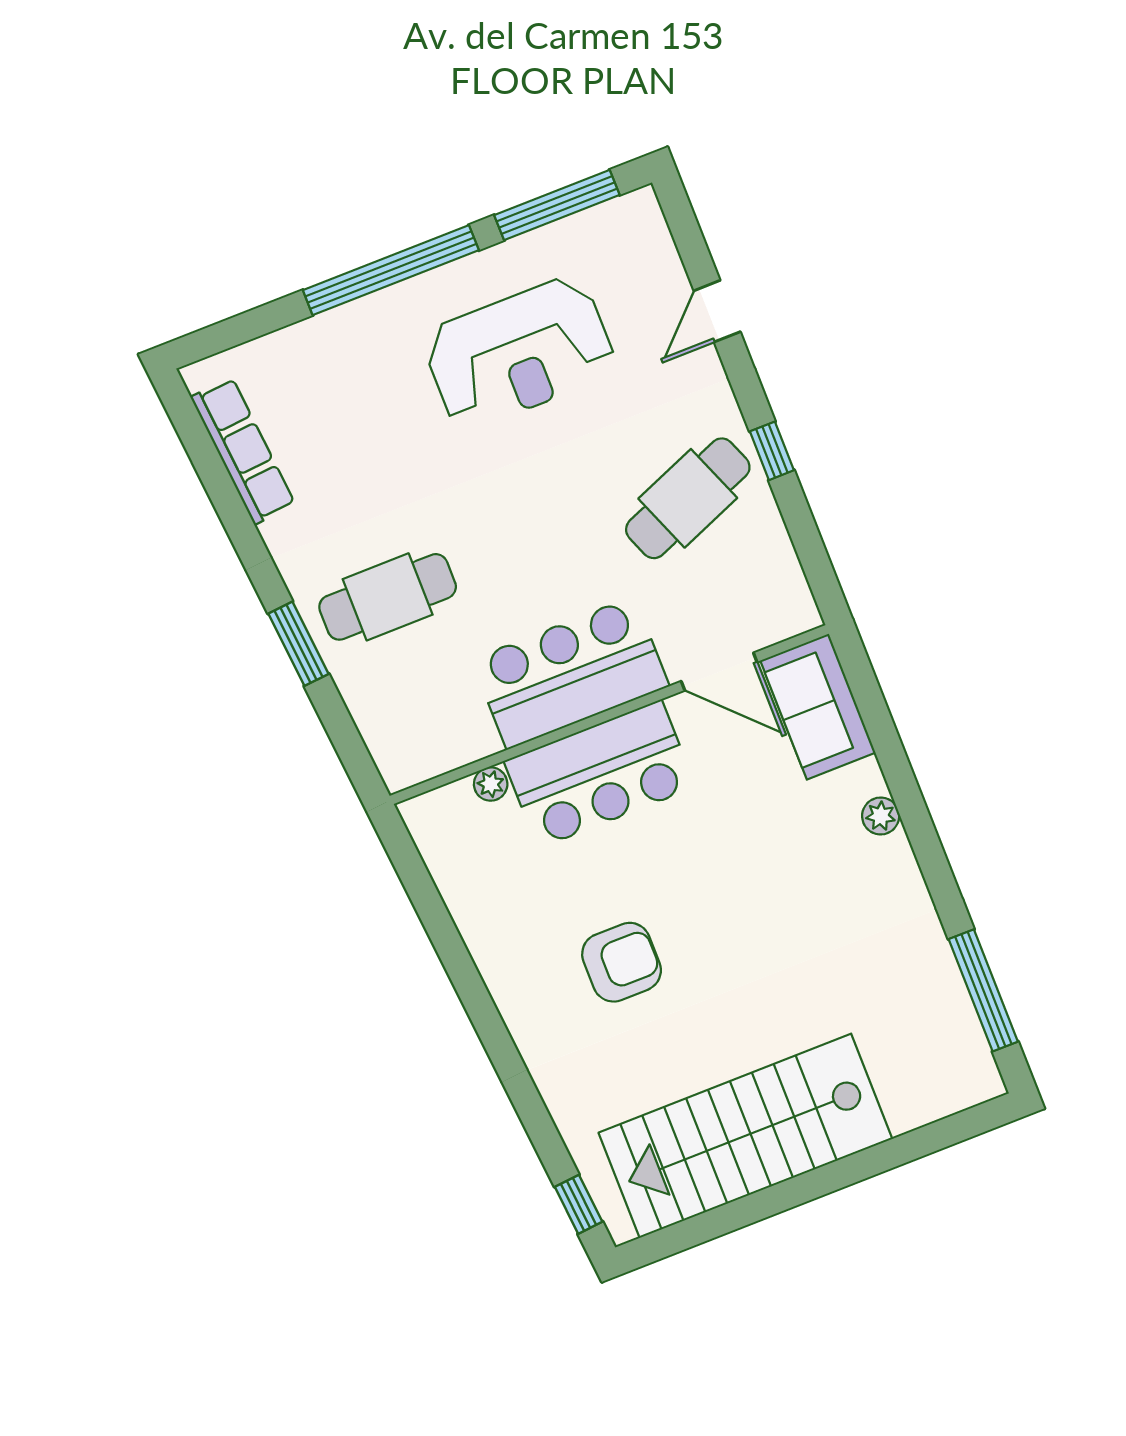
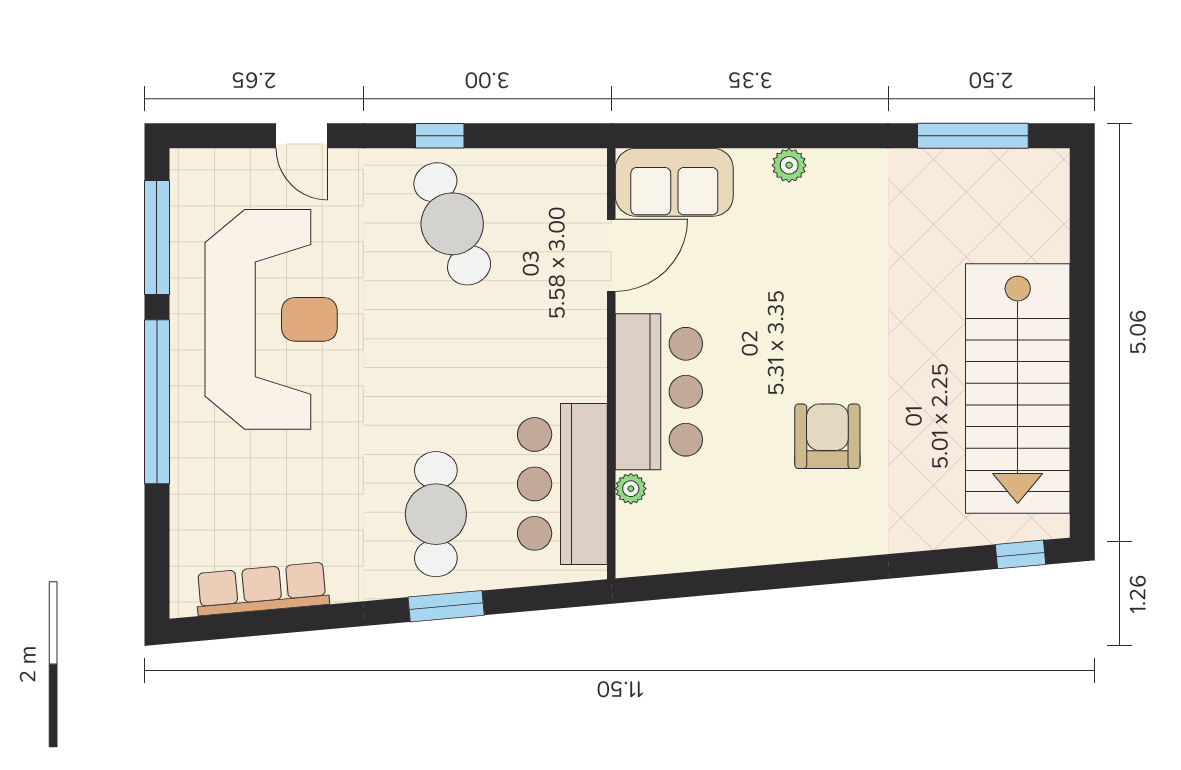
reception desk: (519, 353) -> (271, 319), width x1.36, depth x1.30
bar counter: (570, 673) -> (562, 484), moved

